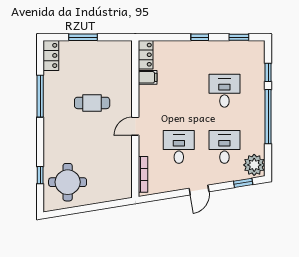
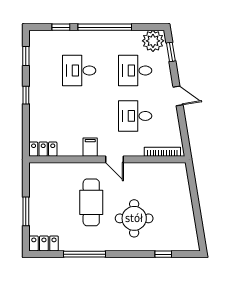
filing cabinet: (148, 77) -> (90, 147), moved
cafe table: (92, 103) -> (91, 202), width x1.37, depth x1.35
round table: (68, 182) -> (134, 218), moved

